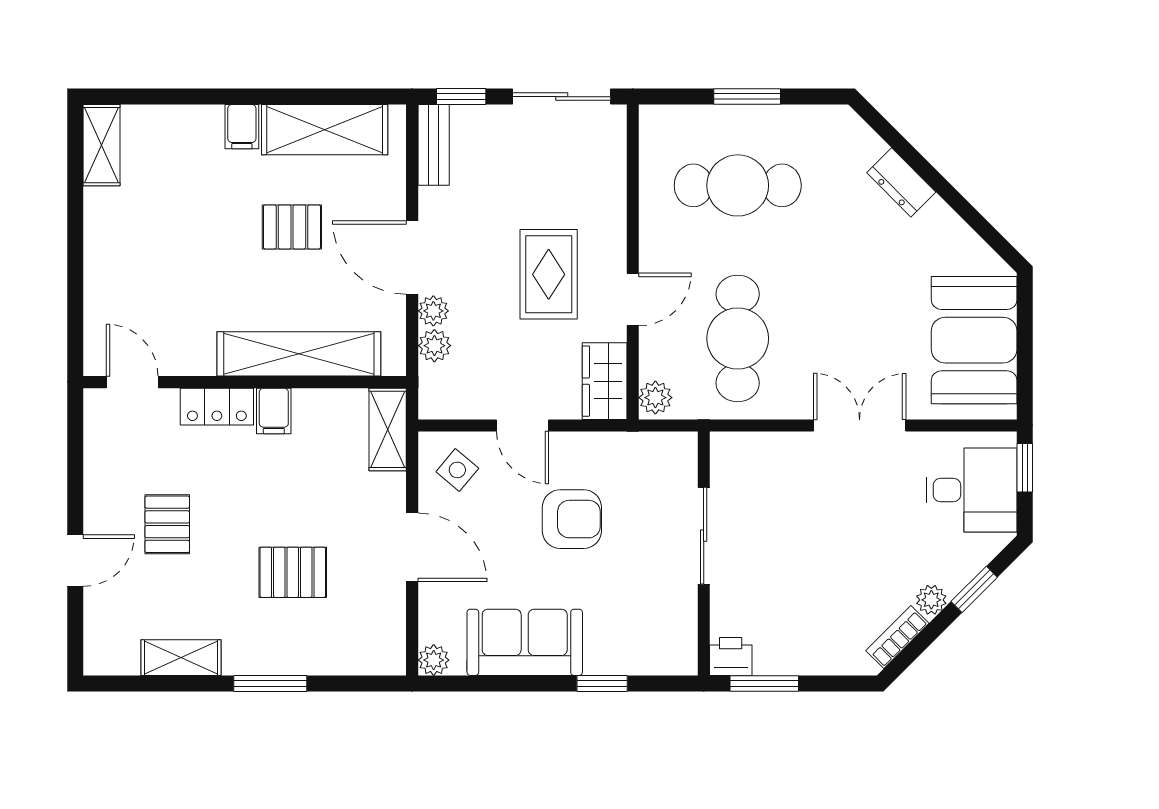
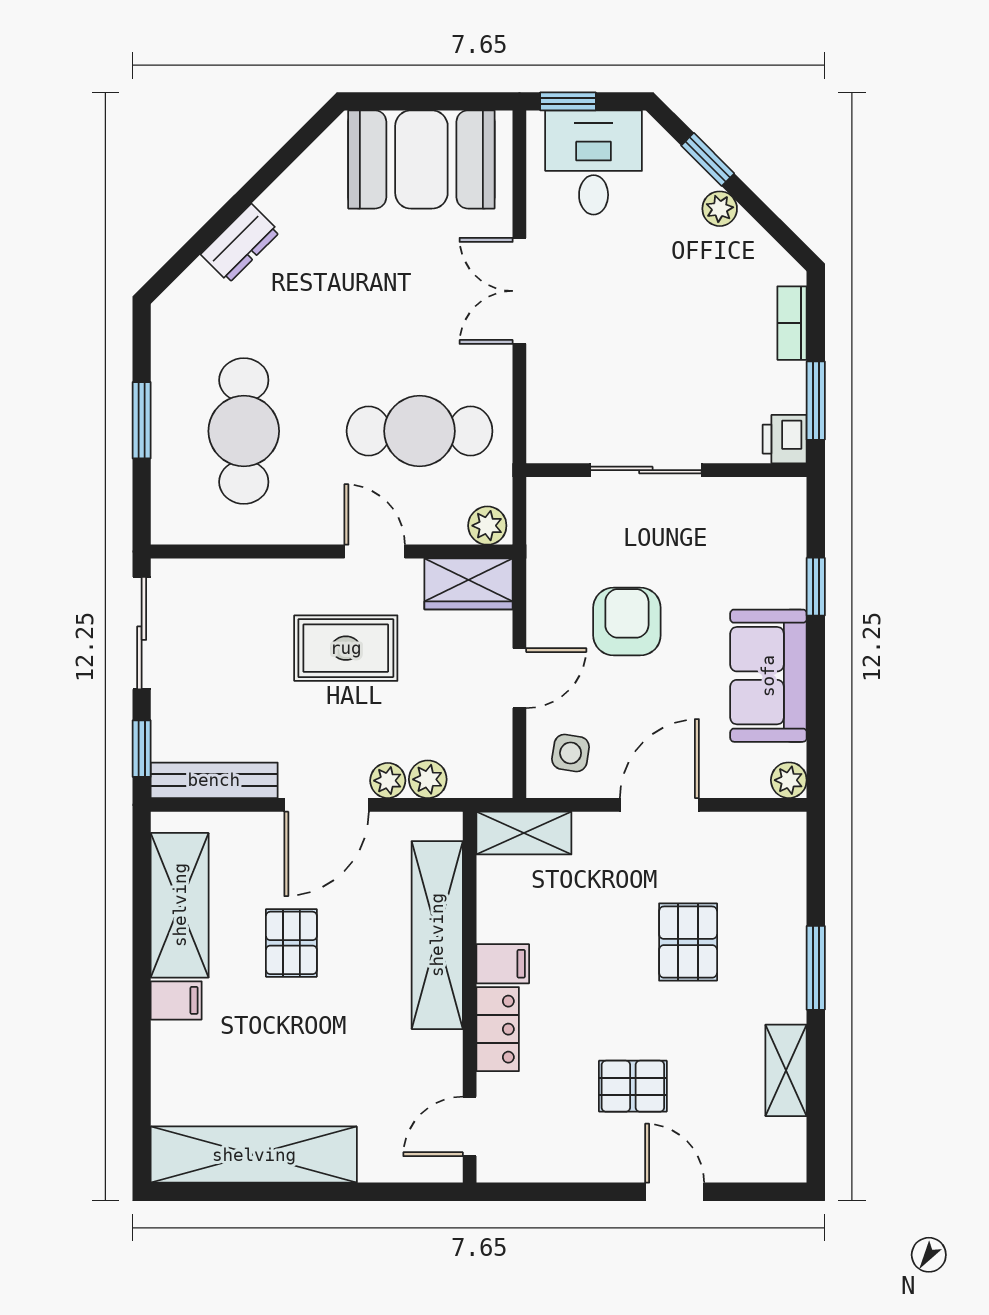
shelving: (102, 145) -> (254, 1155), width x2.20, depth x1.33
bench: (434, 145) -> (214, 780), width x1.36
side table: (457, 470) -> (571, 753), turned -31
bookcase: (897, 637) -> (792, 323), moved, turned 45

